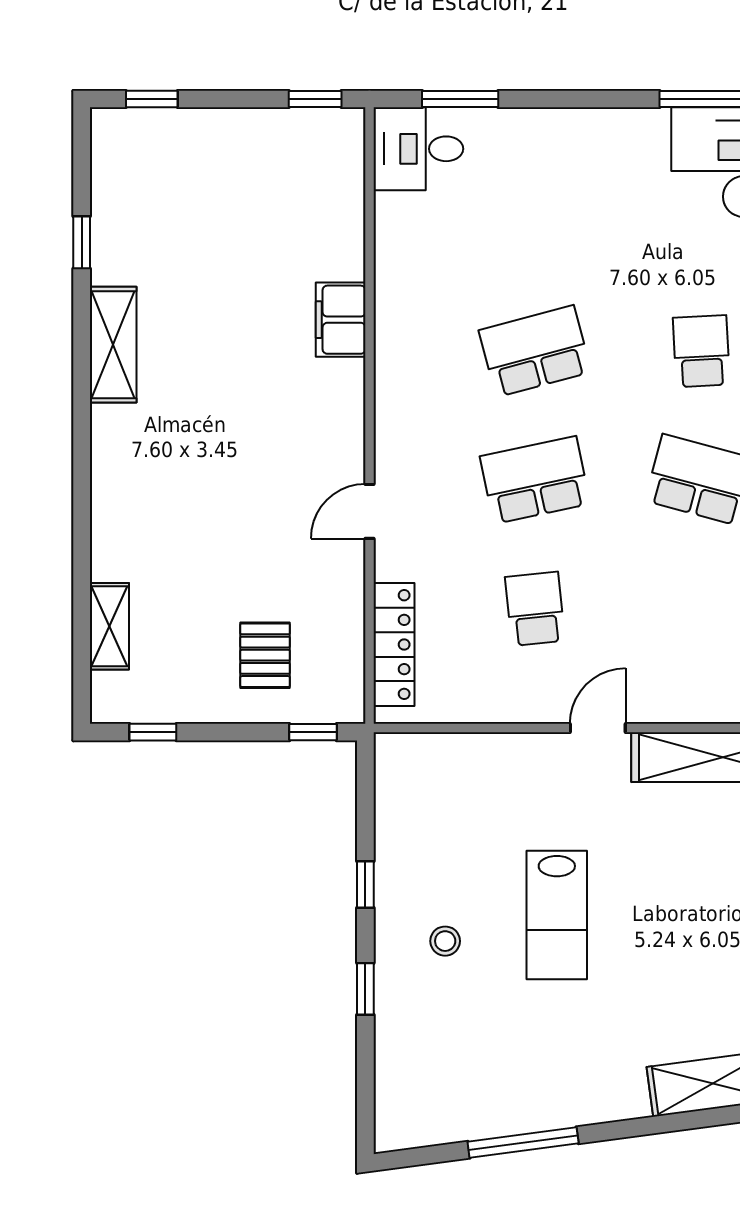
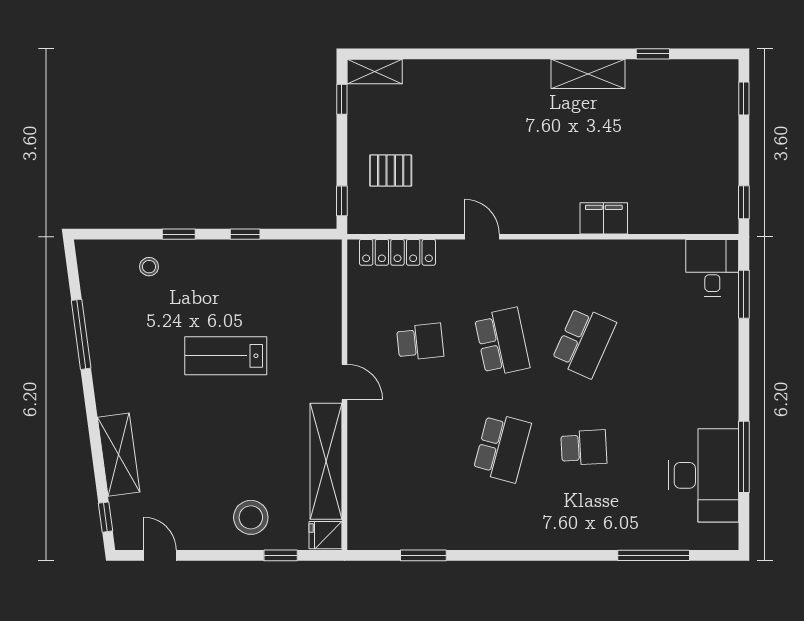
school desk: (535, 351) -> (584, 342), turned 39
shelving: (109, 626) -> (375, 72), moved
stool: (445, 941) -> (149, 267), moved

